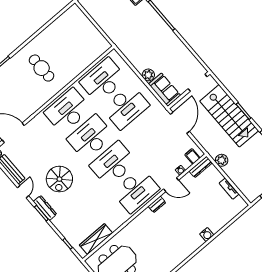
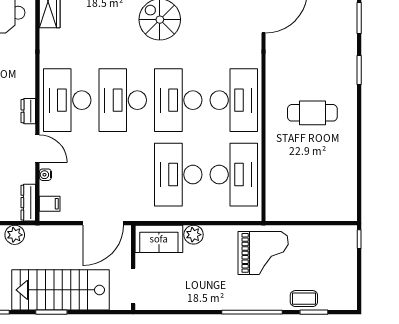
grand piano: (129, 34) -> (263, 253), added
door: (180, 123) -> (103, 223), hinge flipped
desk: (90, 137) -> (178, 100), turned 180
desk: (113, 164) -> (123, 100), turned 180
door: (171, 185) -> (37, 149), swing flipped

